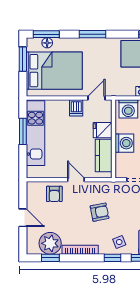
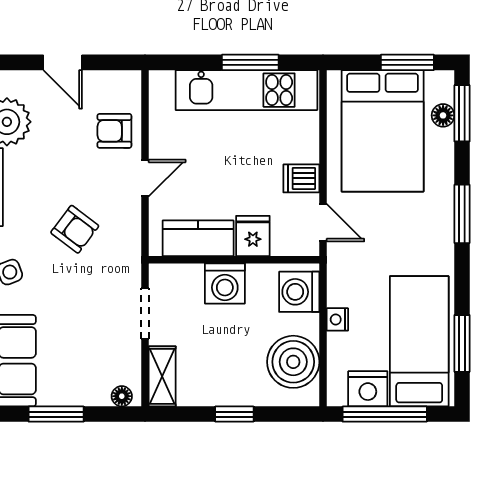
armchair: (100, 212) -> (75, 229), turned -42
door: (23, 218) -> (63, 62), hinge flipped

